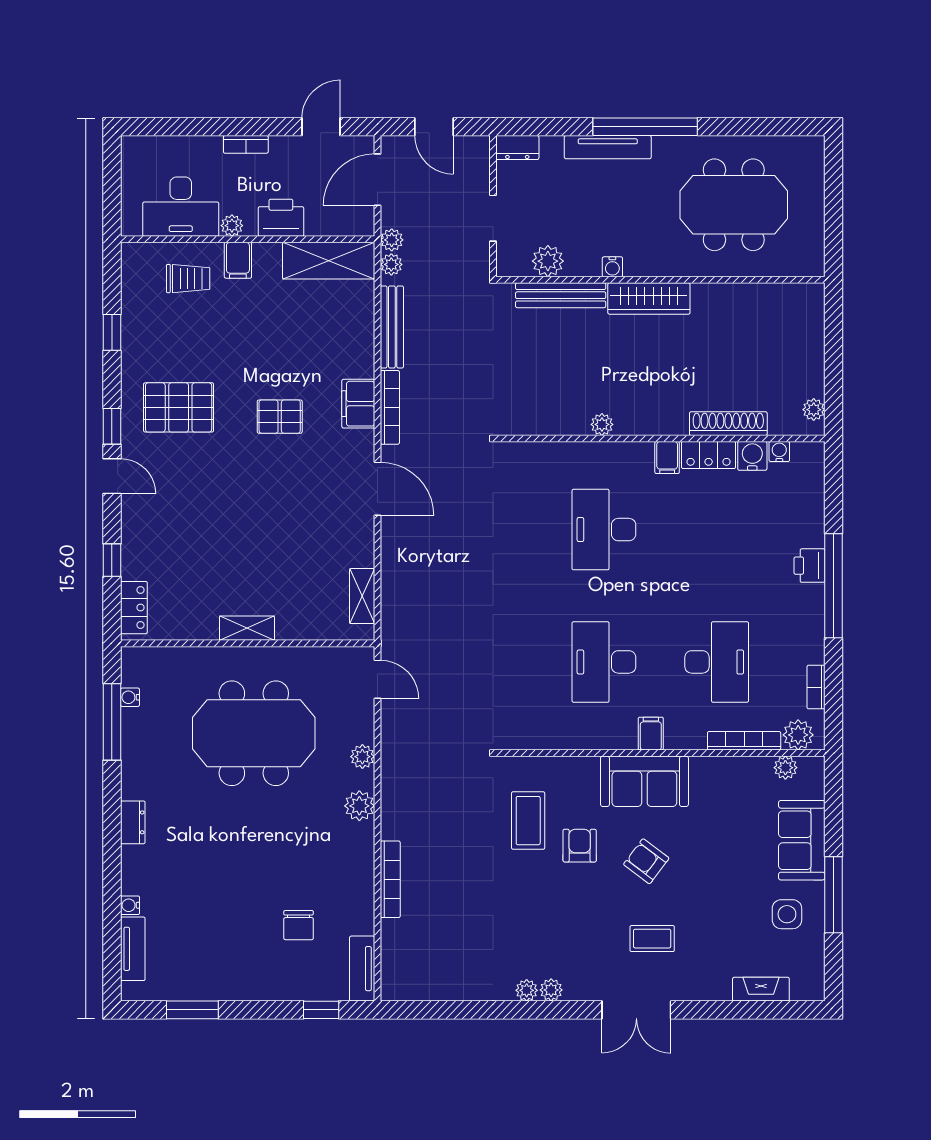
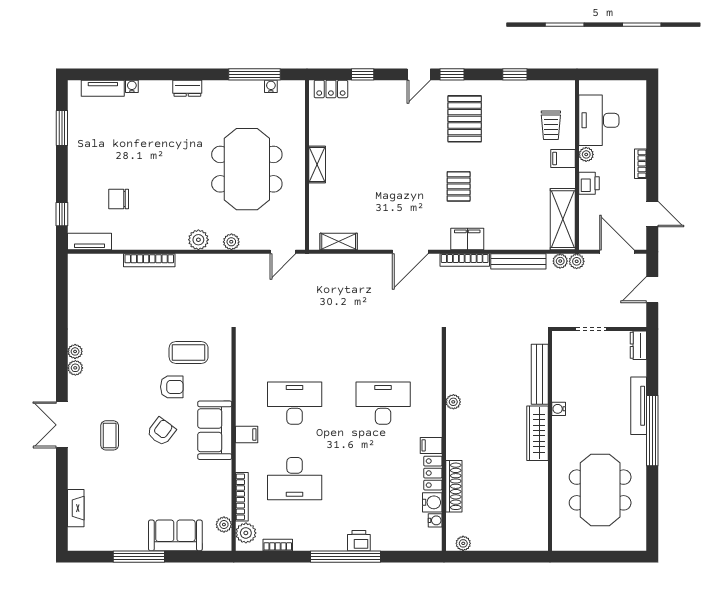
printer: (281, 218) -> (589, 183), width x0.73, depth x0.81
plant: (548, 261) -> (562, 366), removed
side table: (787, 914) -> (126, 526), removed

